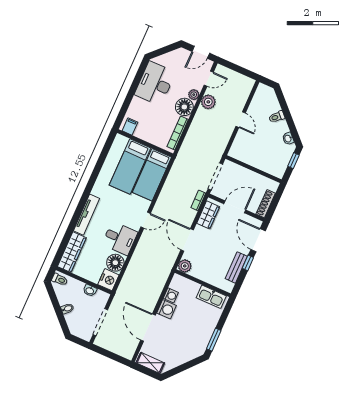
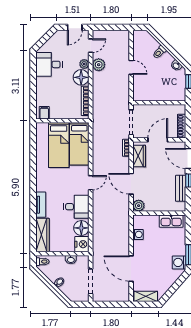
desk: (155, 83) -> (49, 64), width x0.73
tv unit: (87, 215) -> (41, 205), width x0.71
washing machine: (167, 309) -> (179, 262), moved, turned 180

